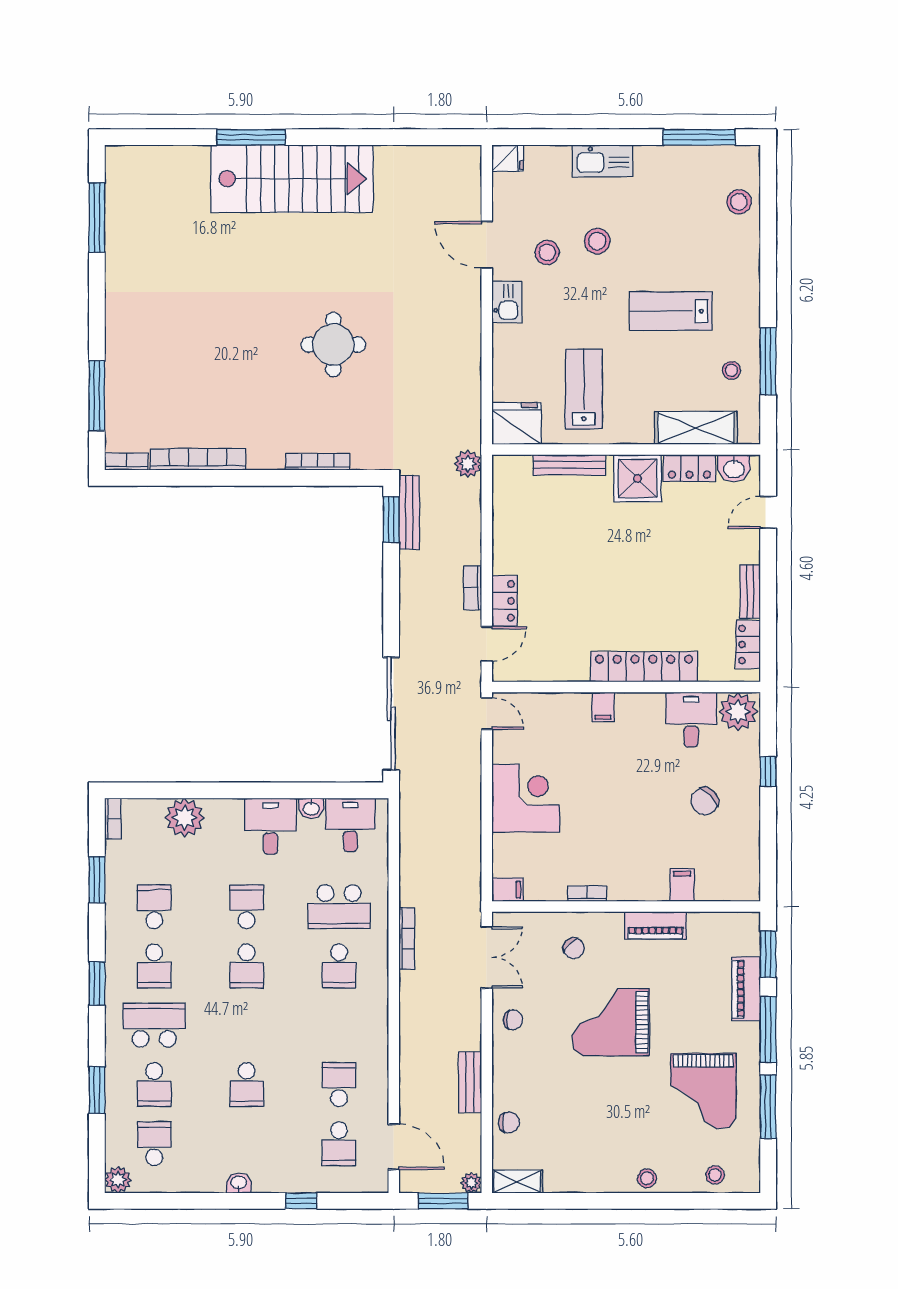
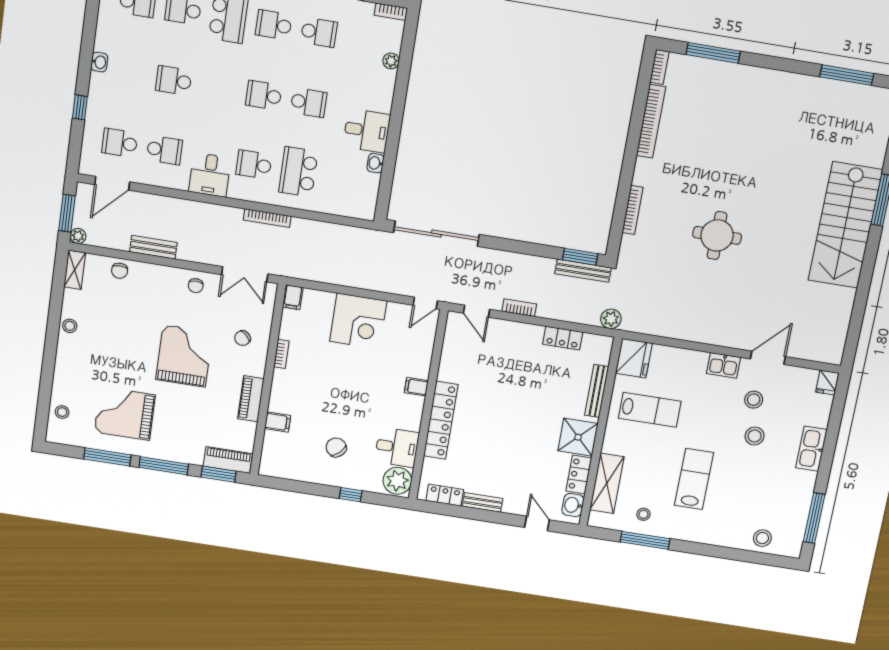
locker: (505, 601) -> (563, 338), moved
plant: (185, 818) -> (391, 61), width x0.53, depth x0.53
desk: (350, 825) -> (210, 175), moved, turned 90
piano: (746, 989) -> (228, 460), moved
stool: (647, 1178) -> (70, 326), moved

